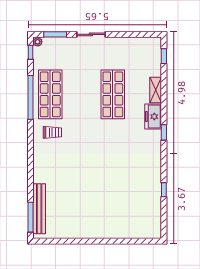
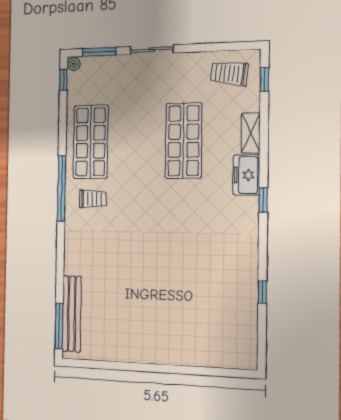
trolley: (142, 52) -> (229, 73), added
window: (30, 97) -> (62, 188), moved

